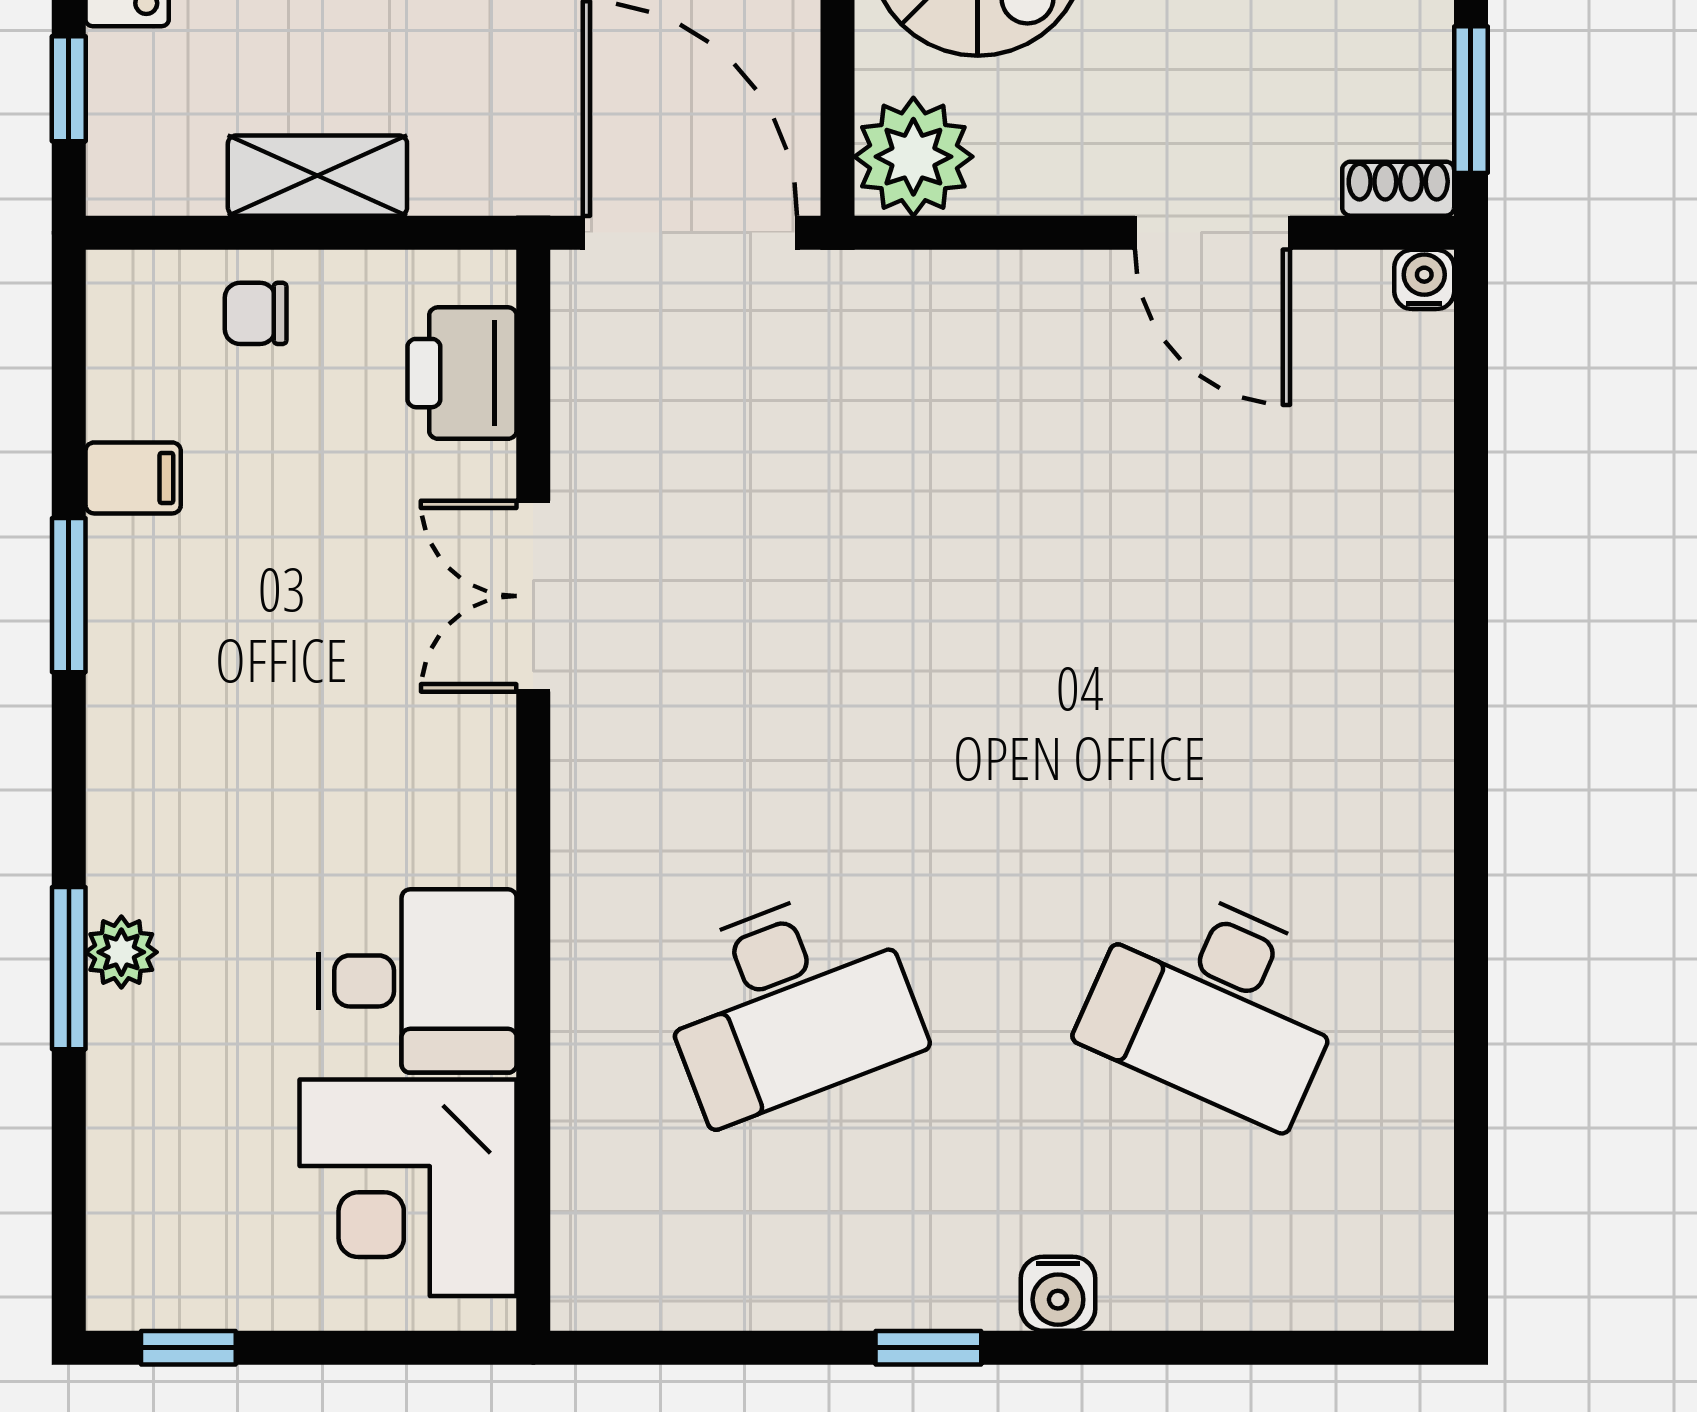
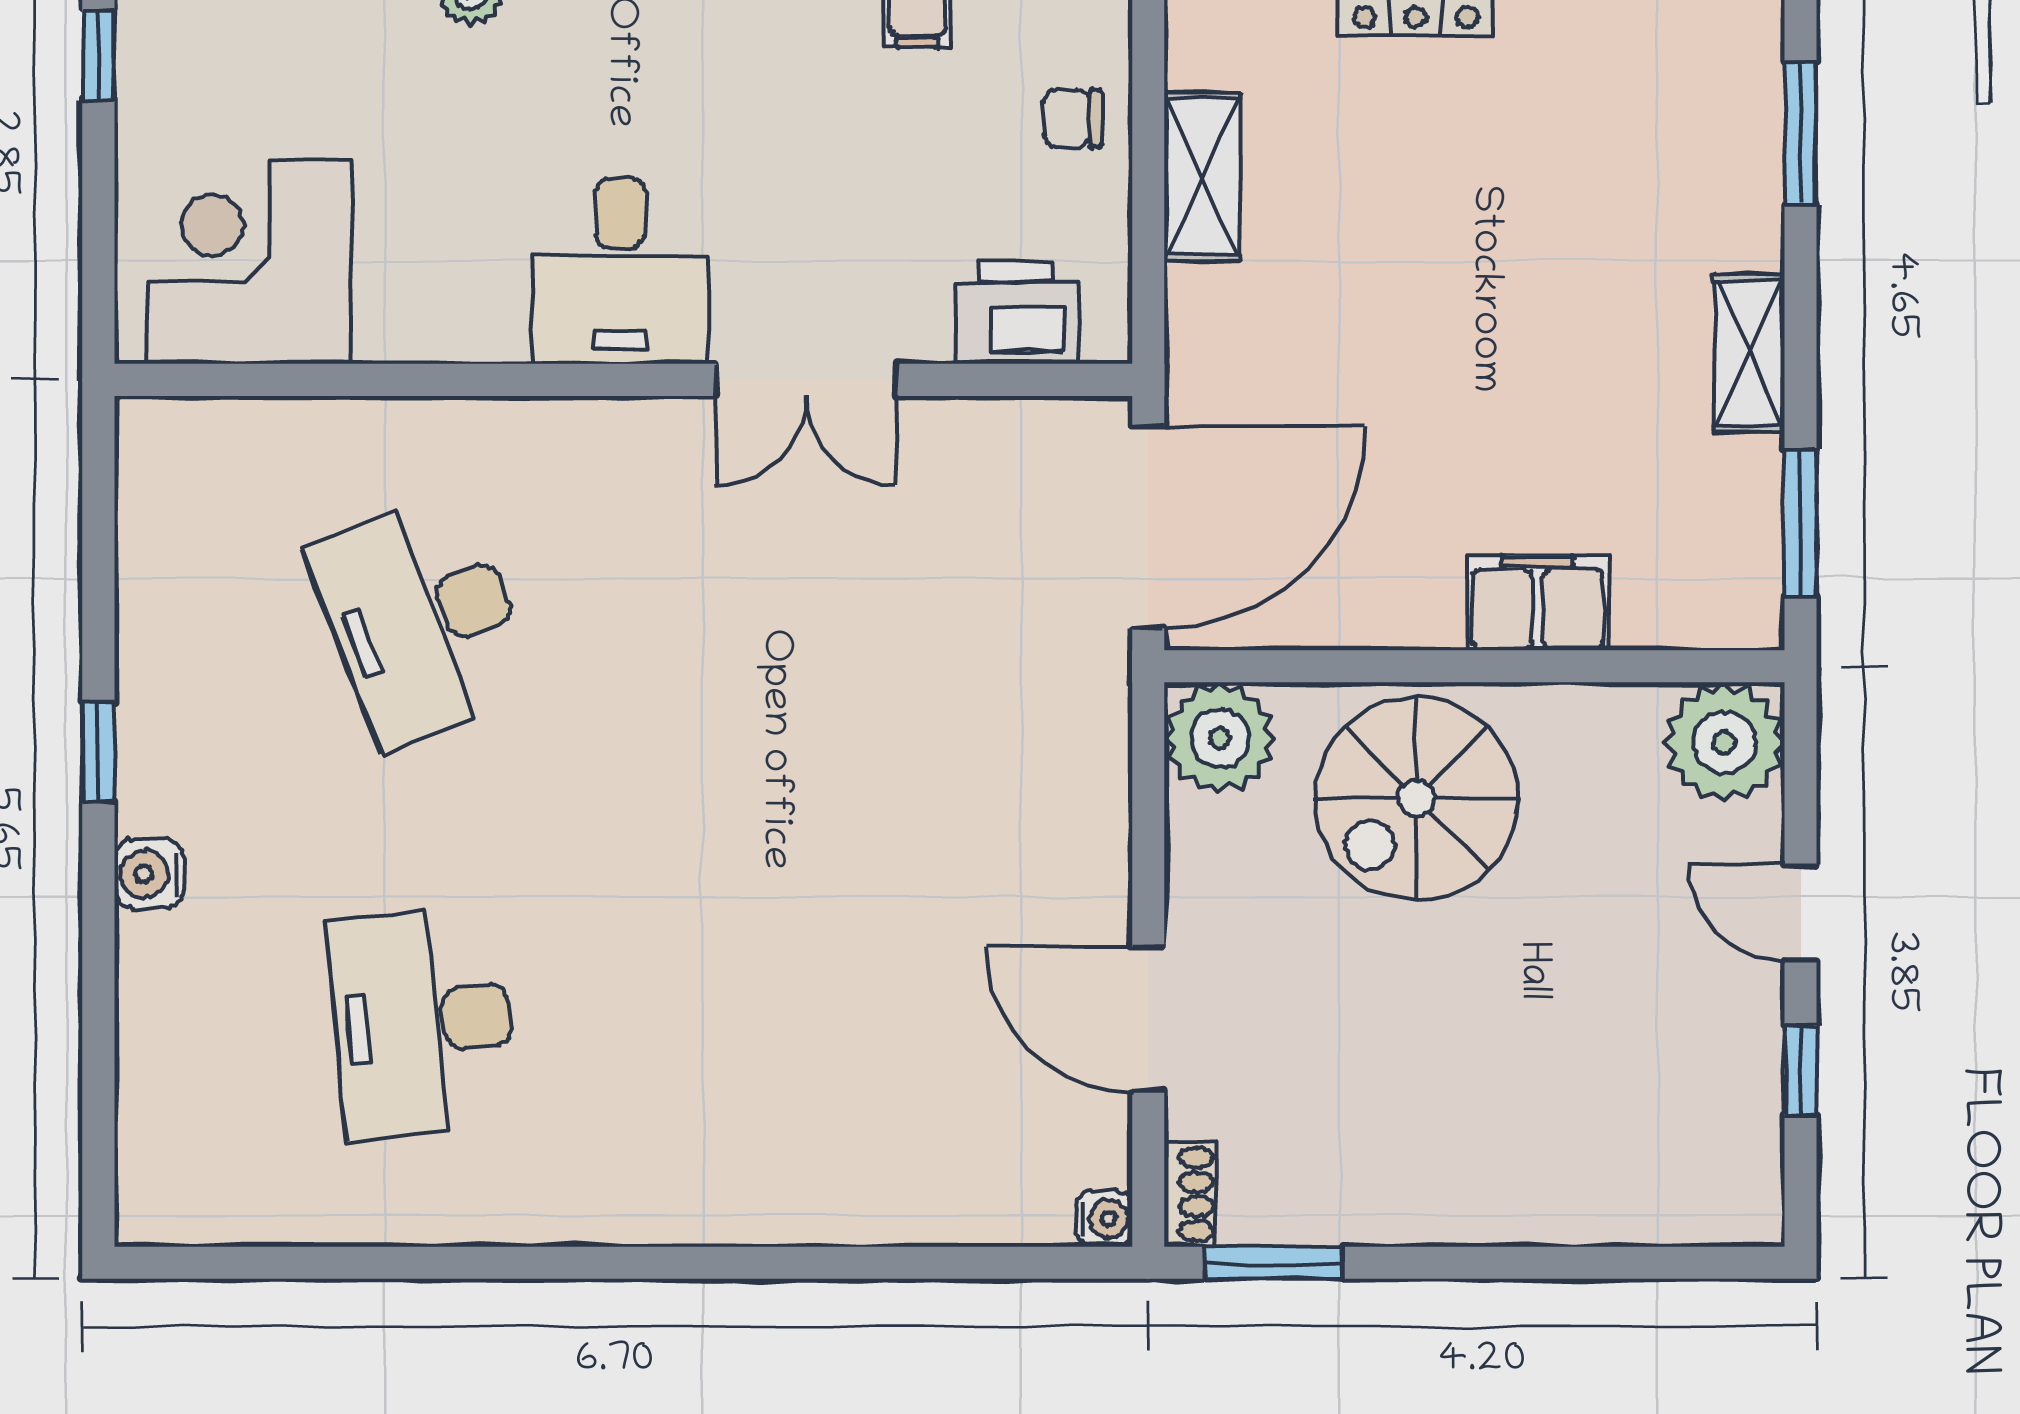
door: (1213, 233) -> (1148, 1019), hinge flipped
chair: (256, 313) -> (1072, 118), turned -90
double door: (533, 596) -> (806, 380), swing flipped
desk: (418, 981) -> (620, 271), moved
desk: (1216, 1003) -> (423, 1022), turned -30

